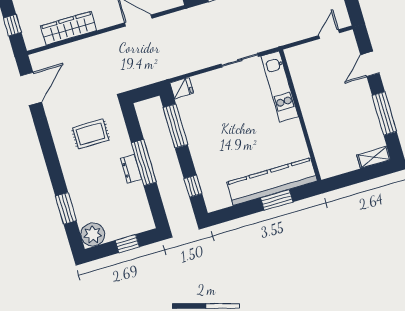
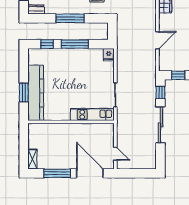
door: (370, 64) -> (90, 173), width x1.87
window: (175, 126) -> (75, 44), moved
dresser: (131, 169) -> (36, 9), moved

